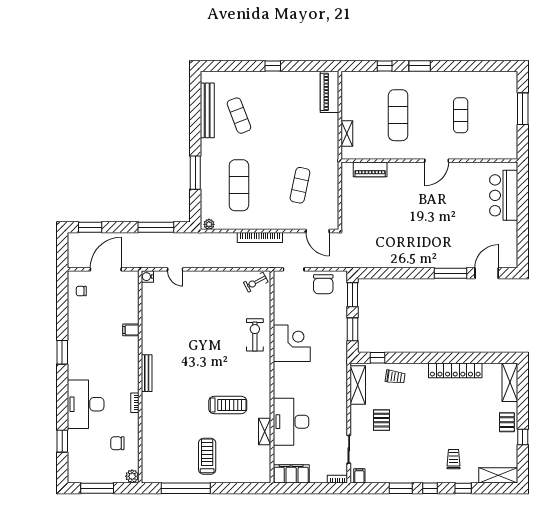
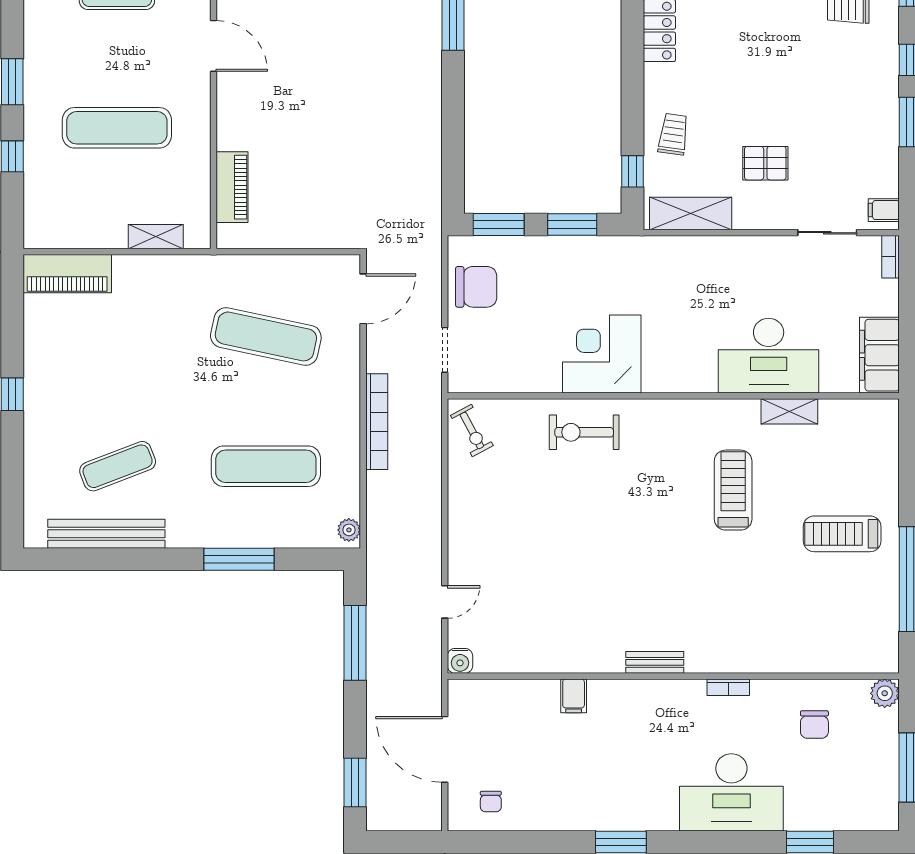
exercise mat: (300, 185) -> (266, 336), width x1.36, depth x1.45
bench: (147, 373) -> (655, 662), width x0.73

